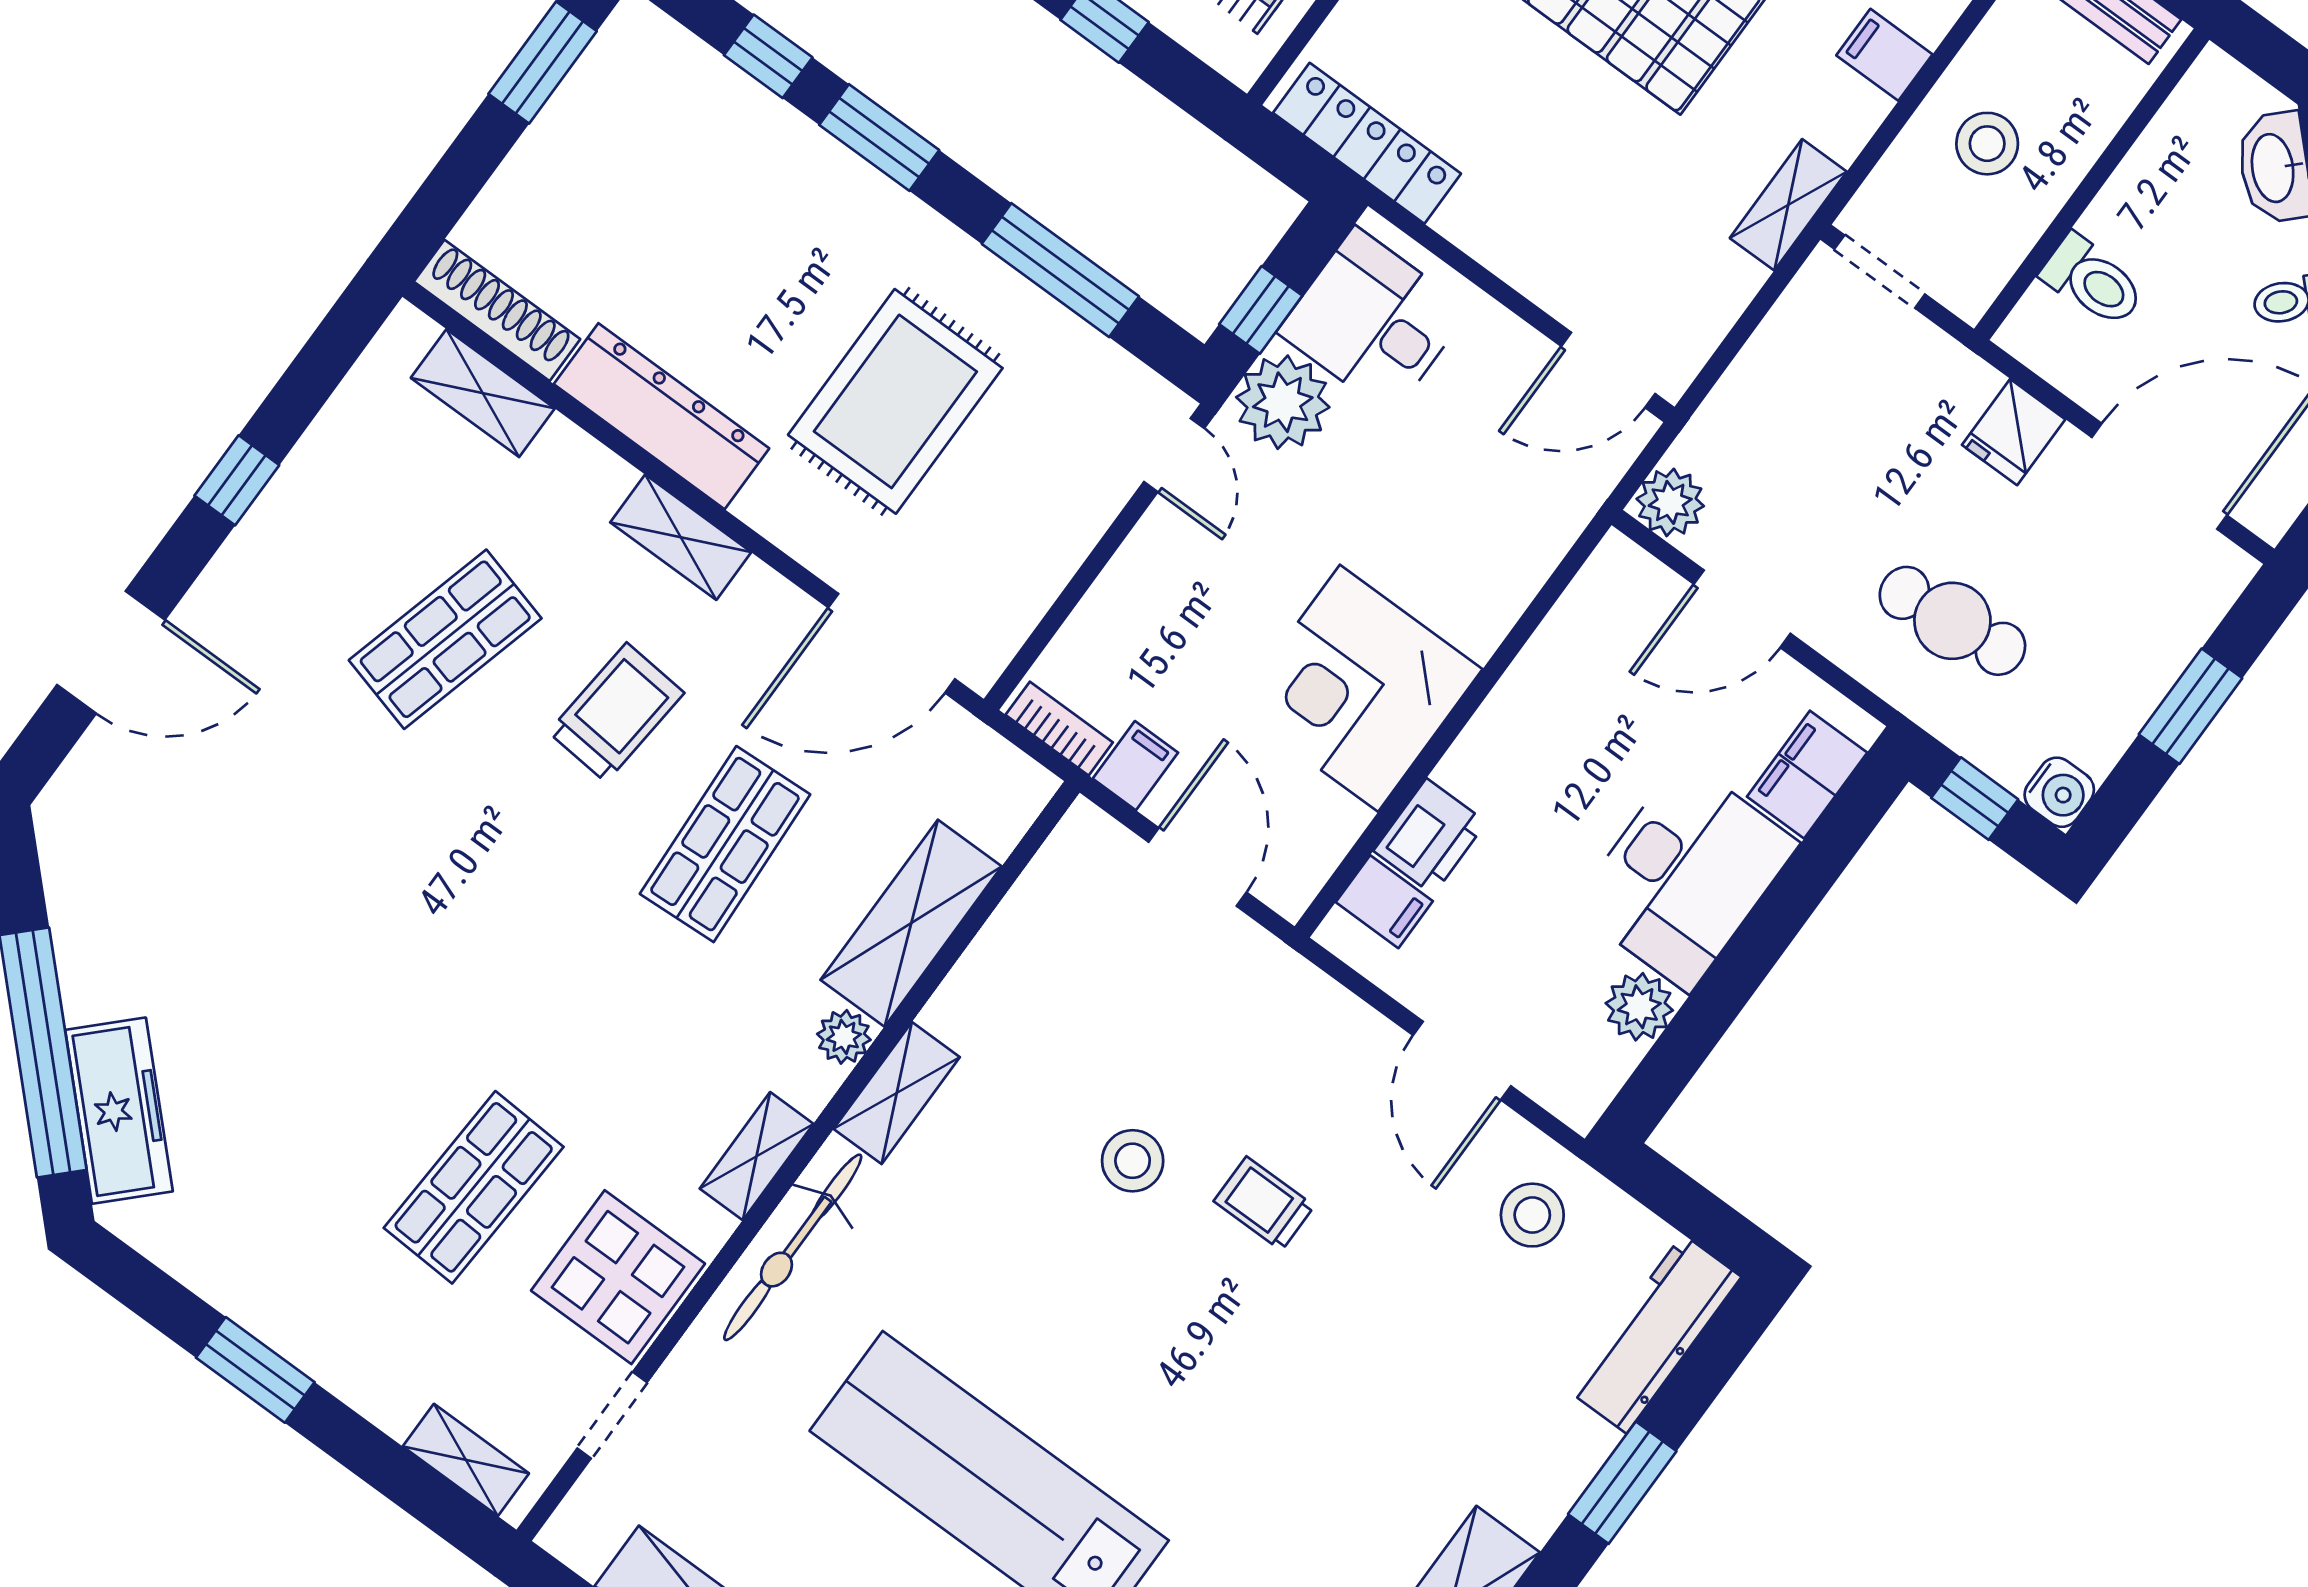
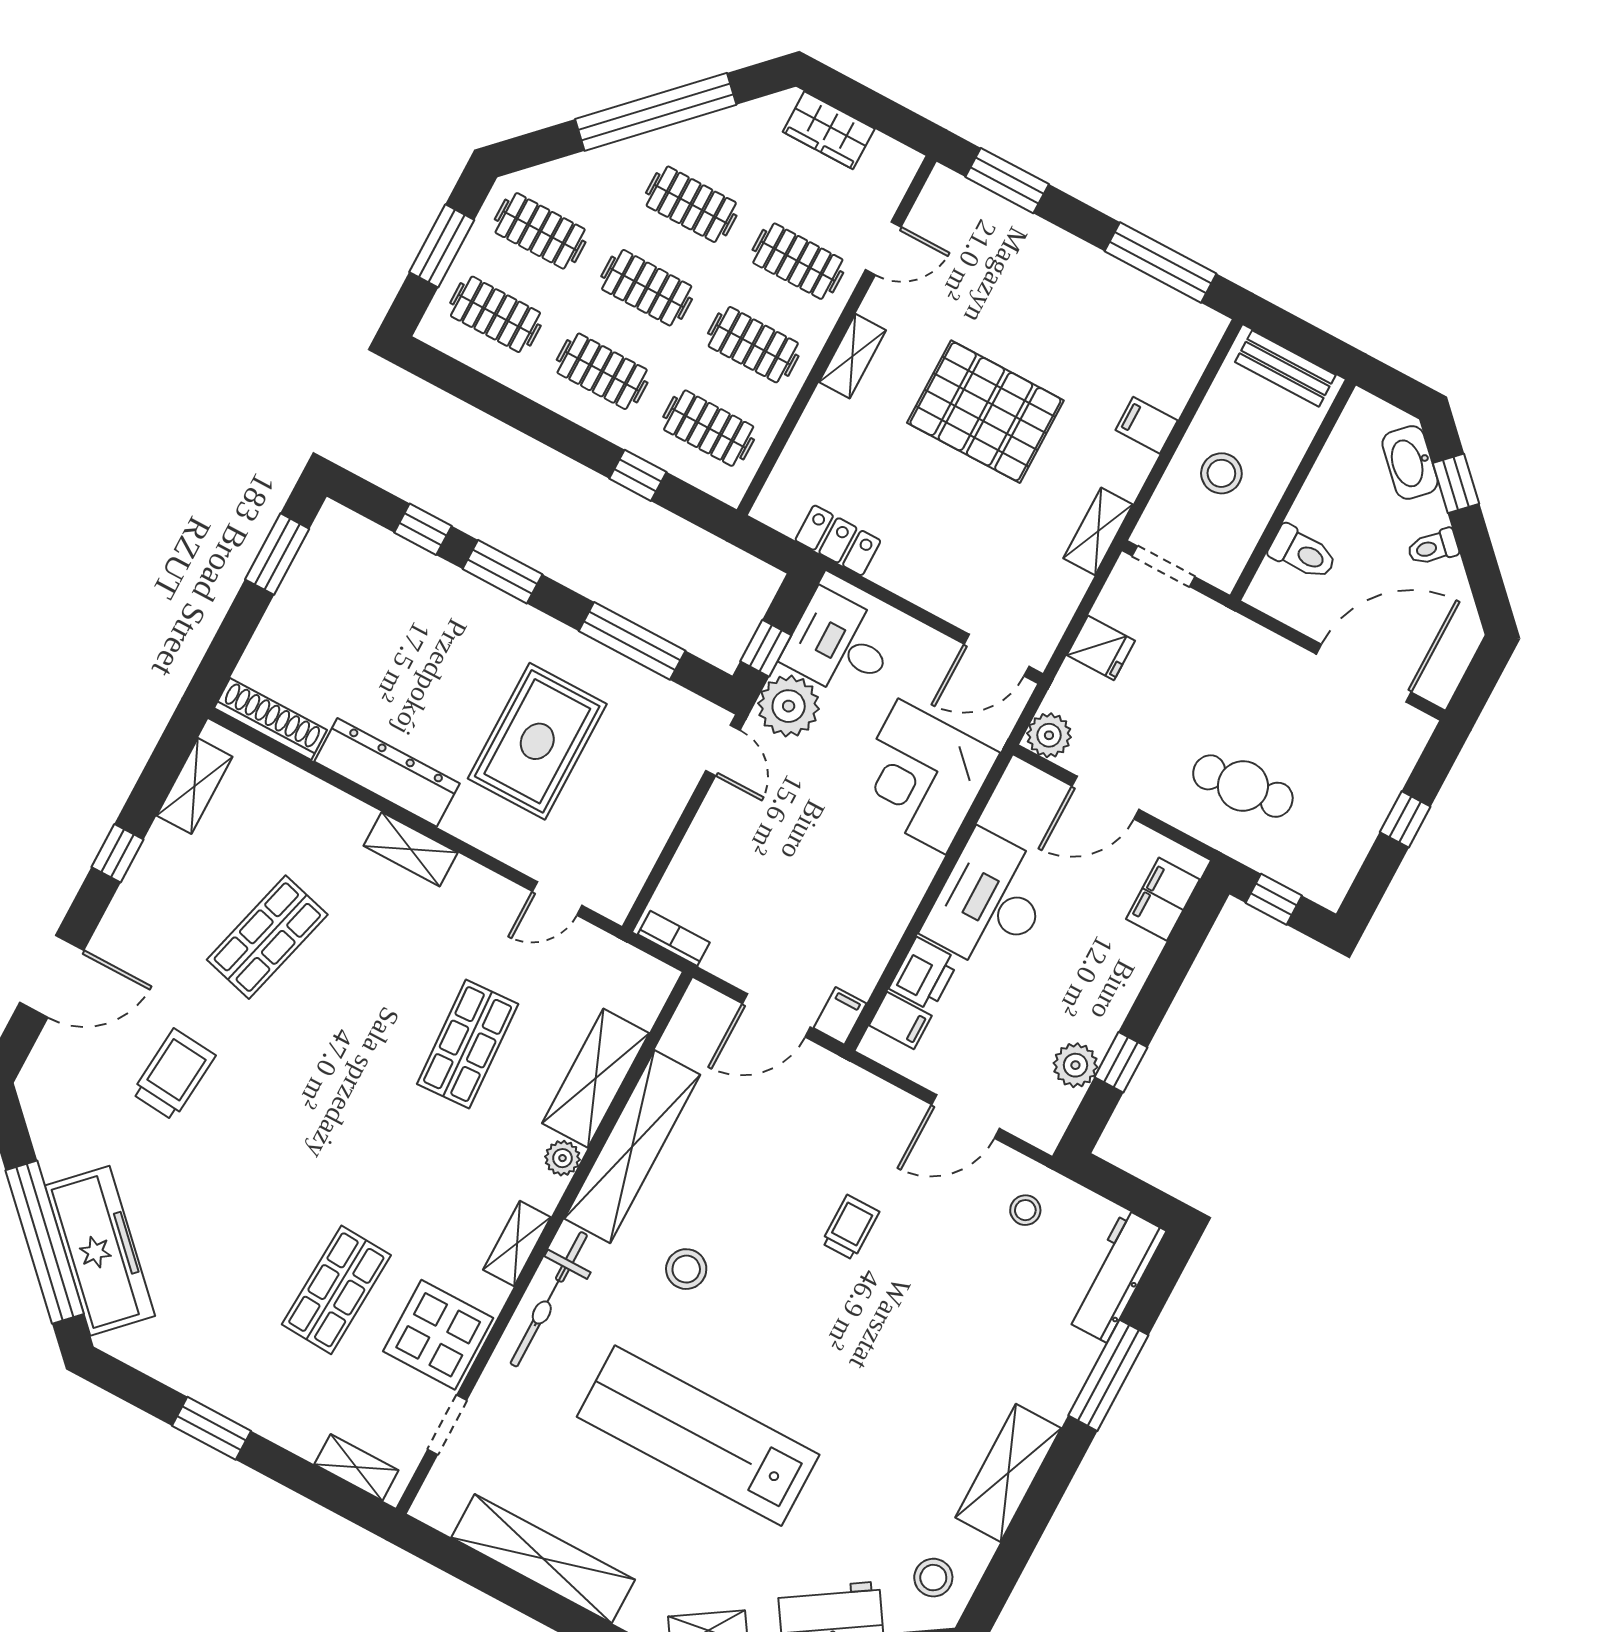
locker: (1367, 143) -> (838, 540), width x0.66
shelving: (483, 393) -> (195, 786), moved, turned 90
fridge: (2014, 432) -> (1101, 648), moved, turned -90
door: (892, 643) -> (557, 898), width x0.53
corner desk: (1359, 688) -> (922, 777), moved
window: (2191, 706) -> (1405, 819), width x0.67
trolley: (616, 712) -> (174, 1074), moved
filing cabinet: (1135, 766) -> (840, 1016), moved
water cooler: (2059, 792) -> (1328, 887), removed
door: (1198, 867) -> (776, 1015), swing flipped
desk: (1686, 875) -> (990, 902), moved, turned 180
window: (1709, 1012) -> (1121, 1062), added
door: (1462, 1061) -> (965, 1116), hinge flipped
shelving: (897, 1093) -> (632, 1147), width x2.20, depth x1.33
freezer: (119, 1111) -> (100, 1251), width x1.36, depth x1.26
stool: (1133, 1161) -> (686, 1269), moved
trolley: (1264, 1204) -> (850, 1227), turned 90
stool: (1532, 1215) -> (1025, 1210), width x0.73, depth x0.73
window: (1622, 1483) -> (1108, 1375), width x1.44

